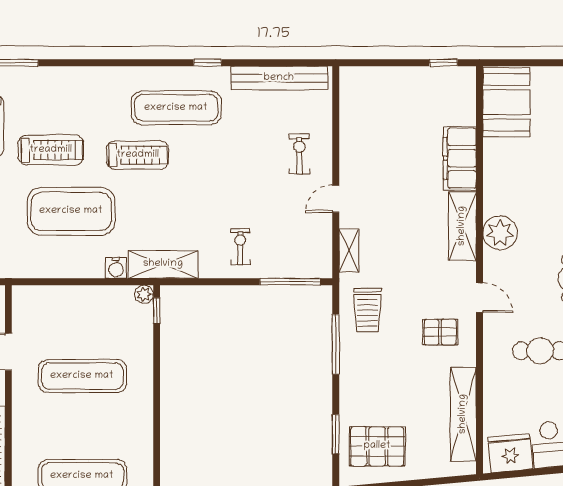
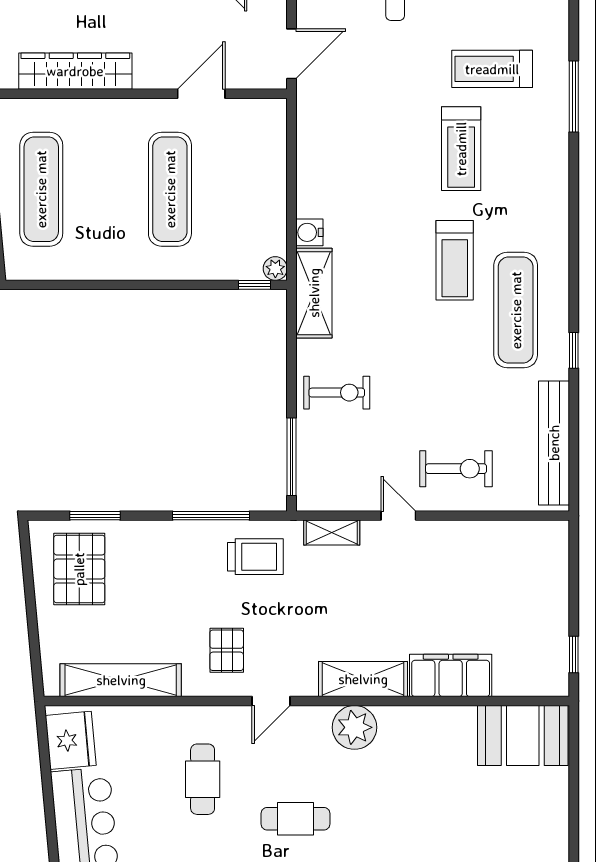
exercise bike: (299, 154) -> (456, 469), width x1.38, depth x1.39
exercise mat: (71, 211) -> (382, 175), removed
exercise bike: (240, 247) -> (337, 393), width x1.38, depth x1.39
trolley: (368, 310) -> (255, 557), turned 180

